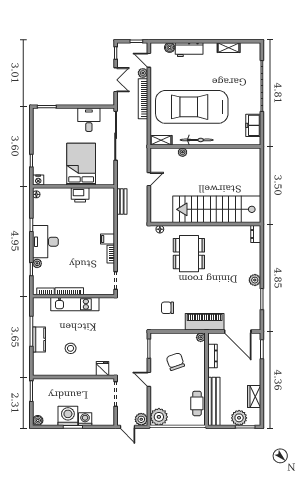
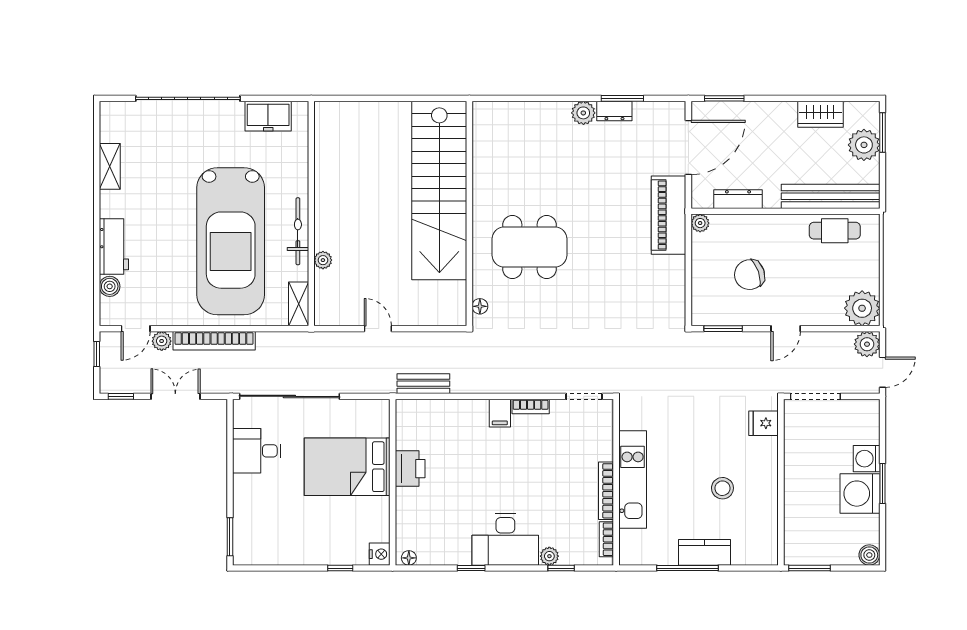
dresser: (256, 234) -> (614, 111), moved
chair: (167, 308) -> (640, 291), removed

